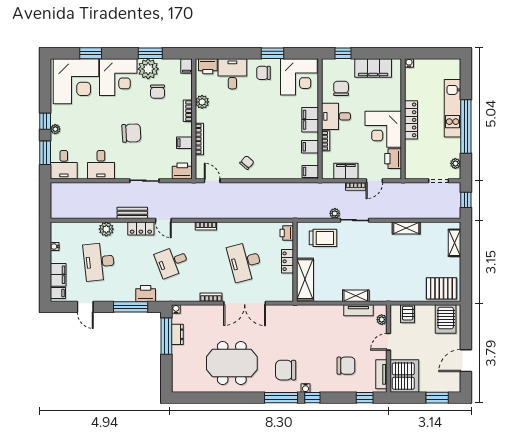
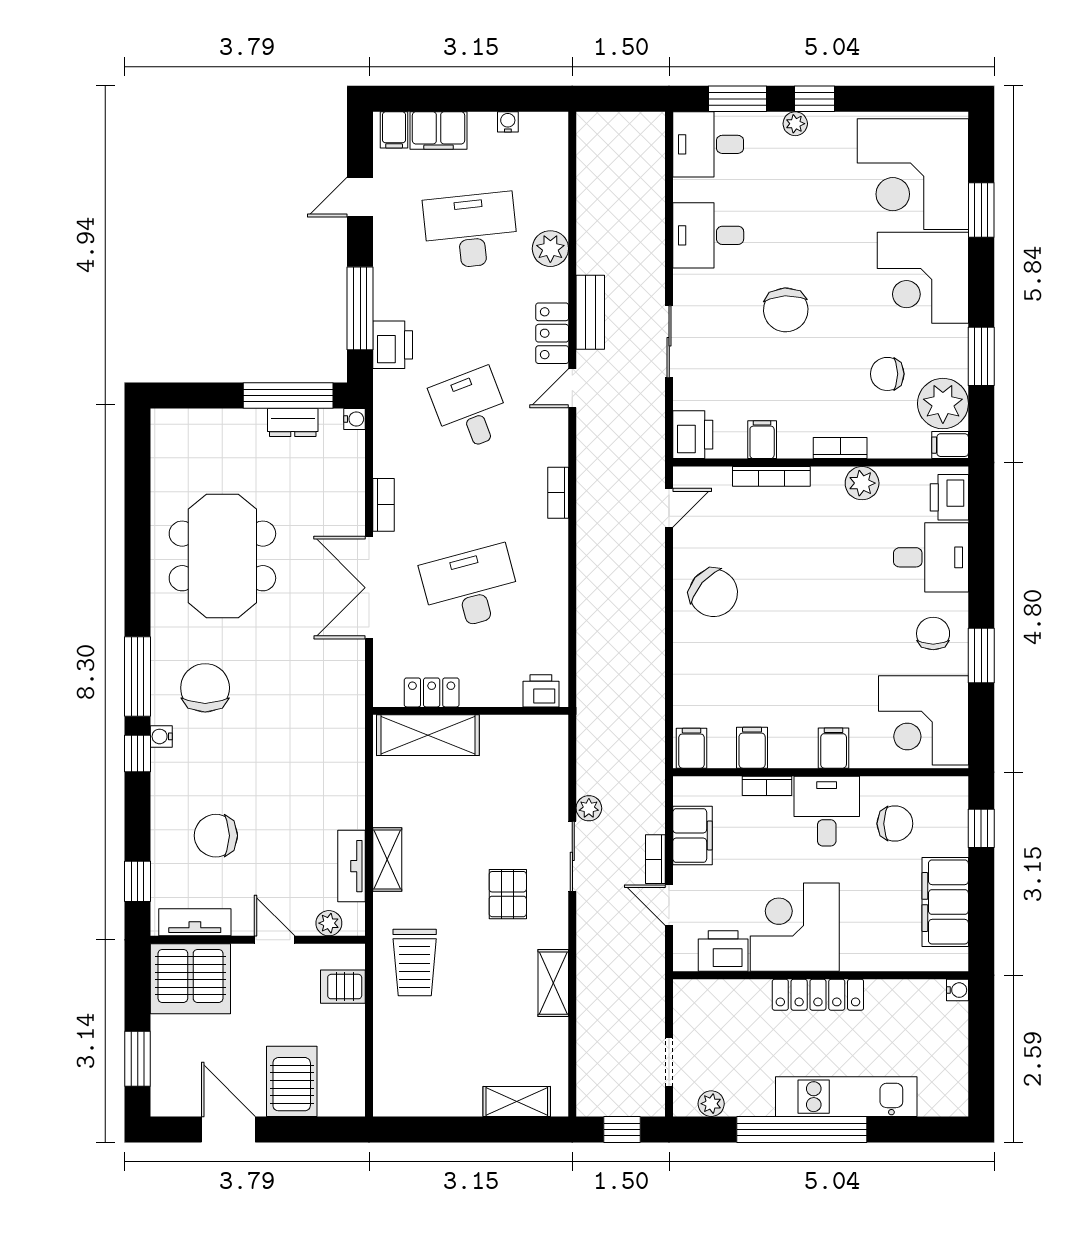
plant: (148, 69) -> (943, 404), moved
filing cabinet: (310, 120) -> (834, 748), width x0.50
chair: (247, 163) -> (713, 593), width x1.87, depth x1.87
trolley: (323, 238) -> (415, 962), moved
locker: (288, 261) -> (432, 692), moved
pallet: (441, 288) -> (508, 894), moved, width x0.67, depth x0.71
server rack: (446, 319) -> (292, 1081), moved, turned 90
chair: (346, 366) -> (216, 836), turned 90

